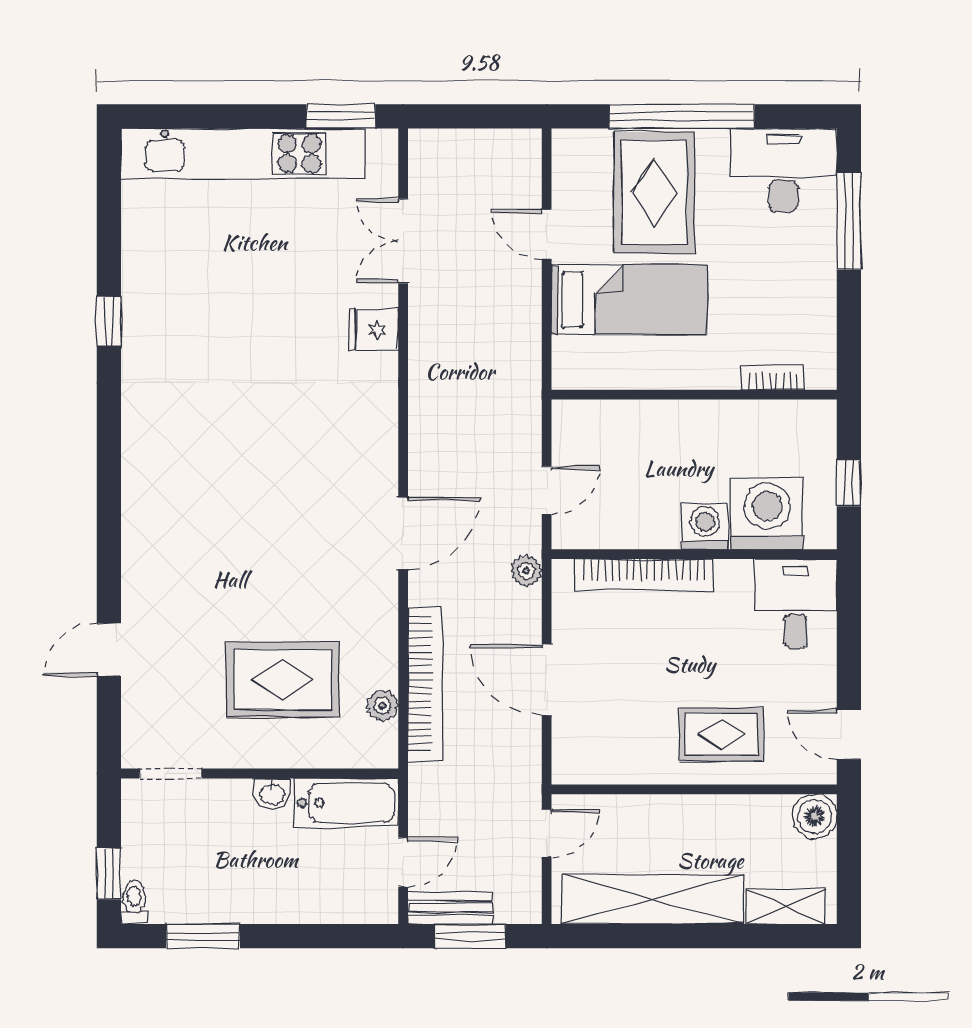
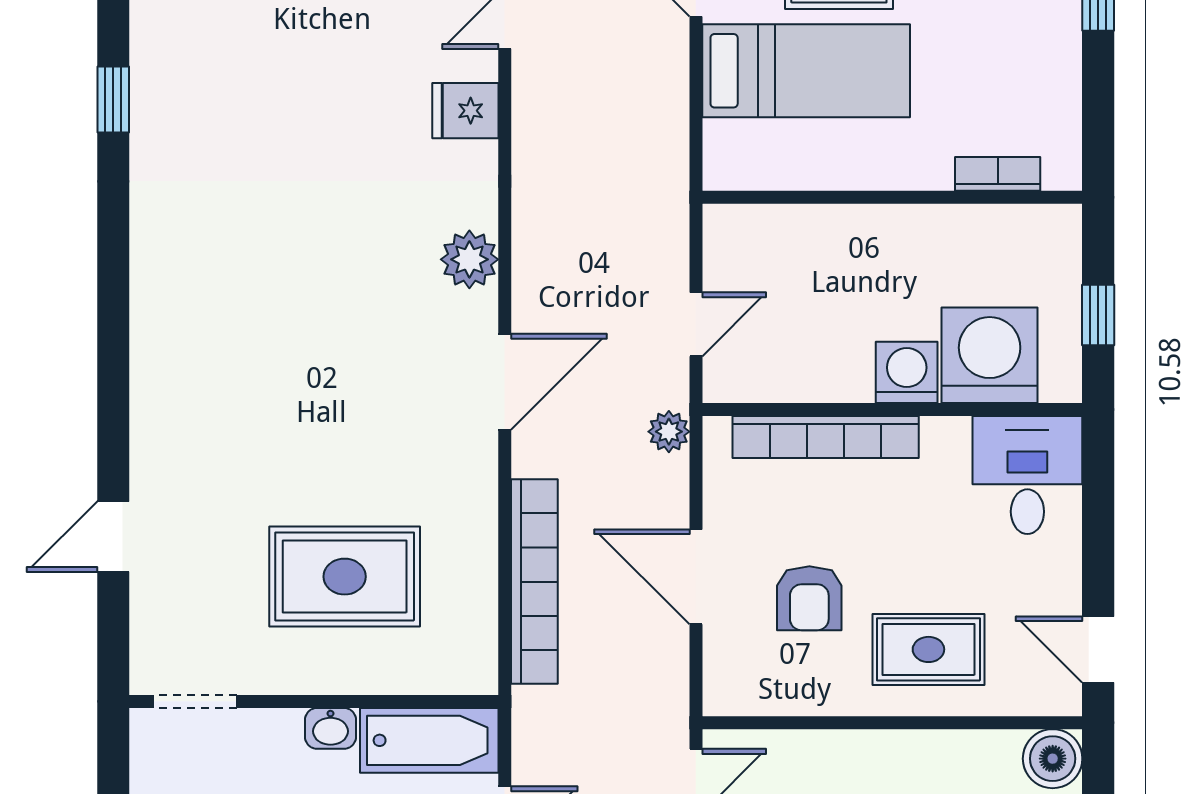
armchair: (632, 696) -> (809, 598), added
plant: (382, 706) -> (469, 259), moved, width x1.38, depth x1.38

